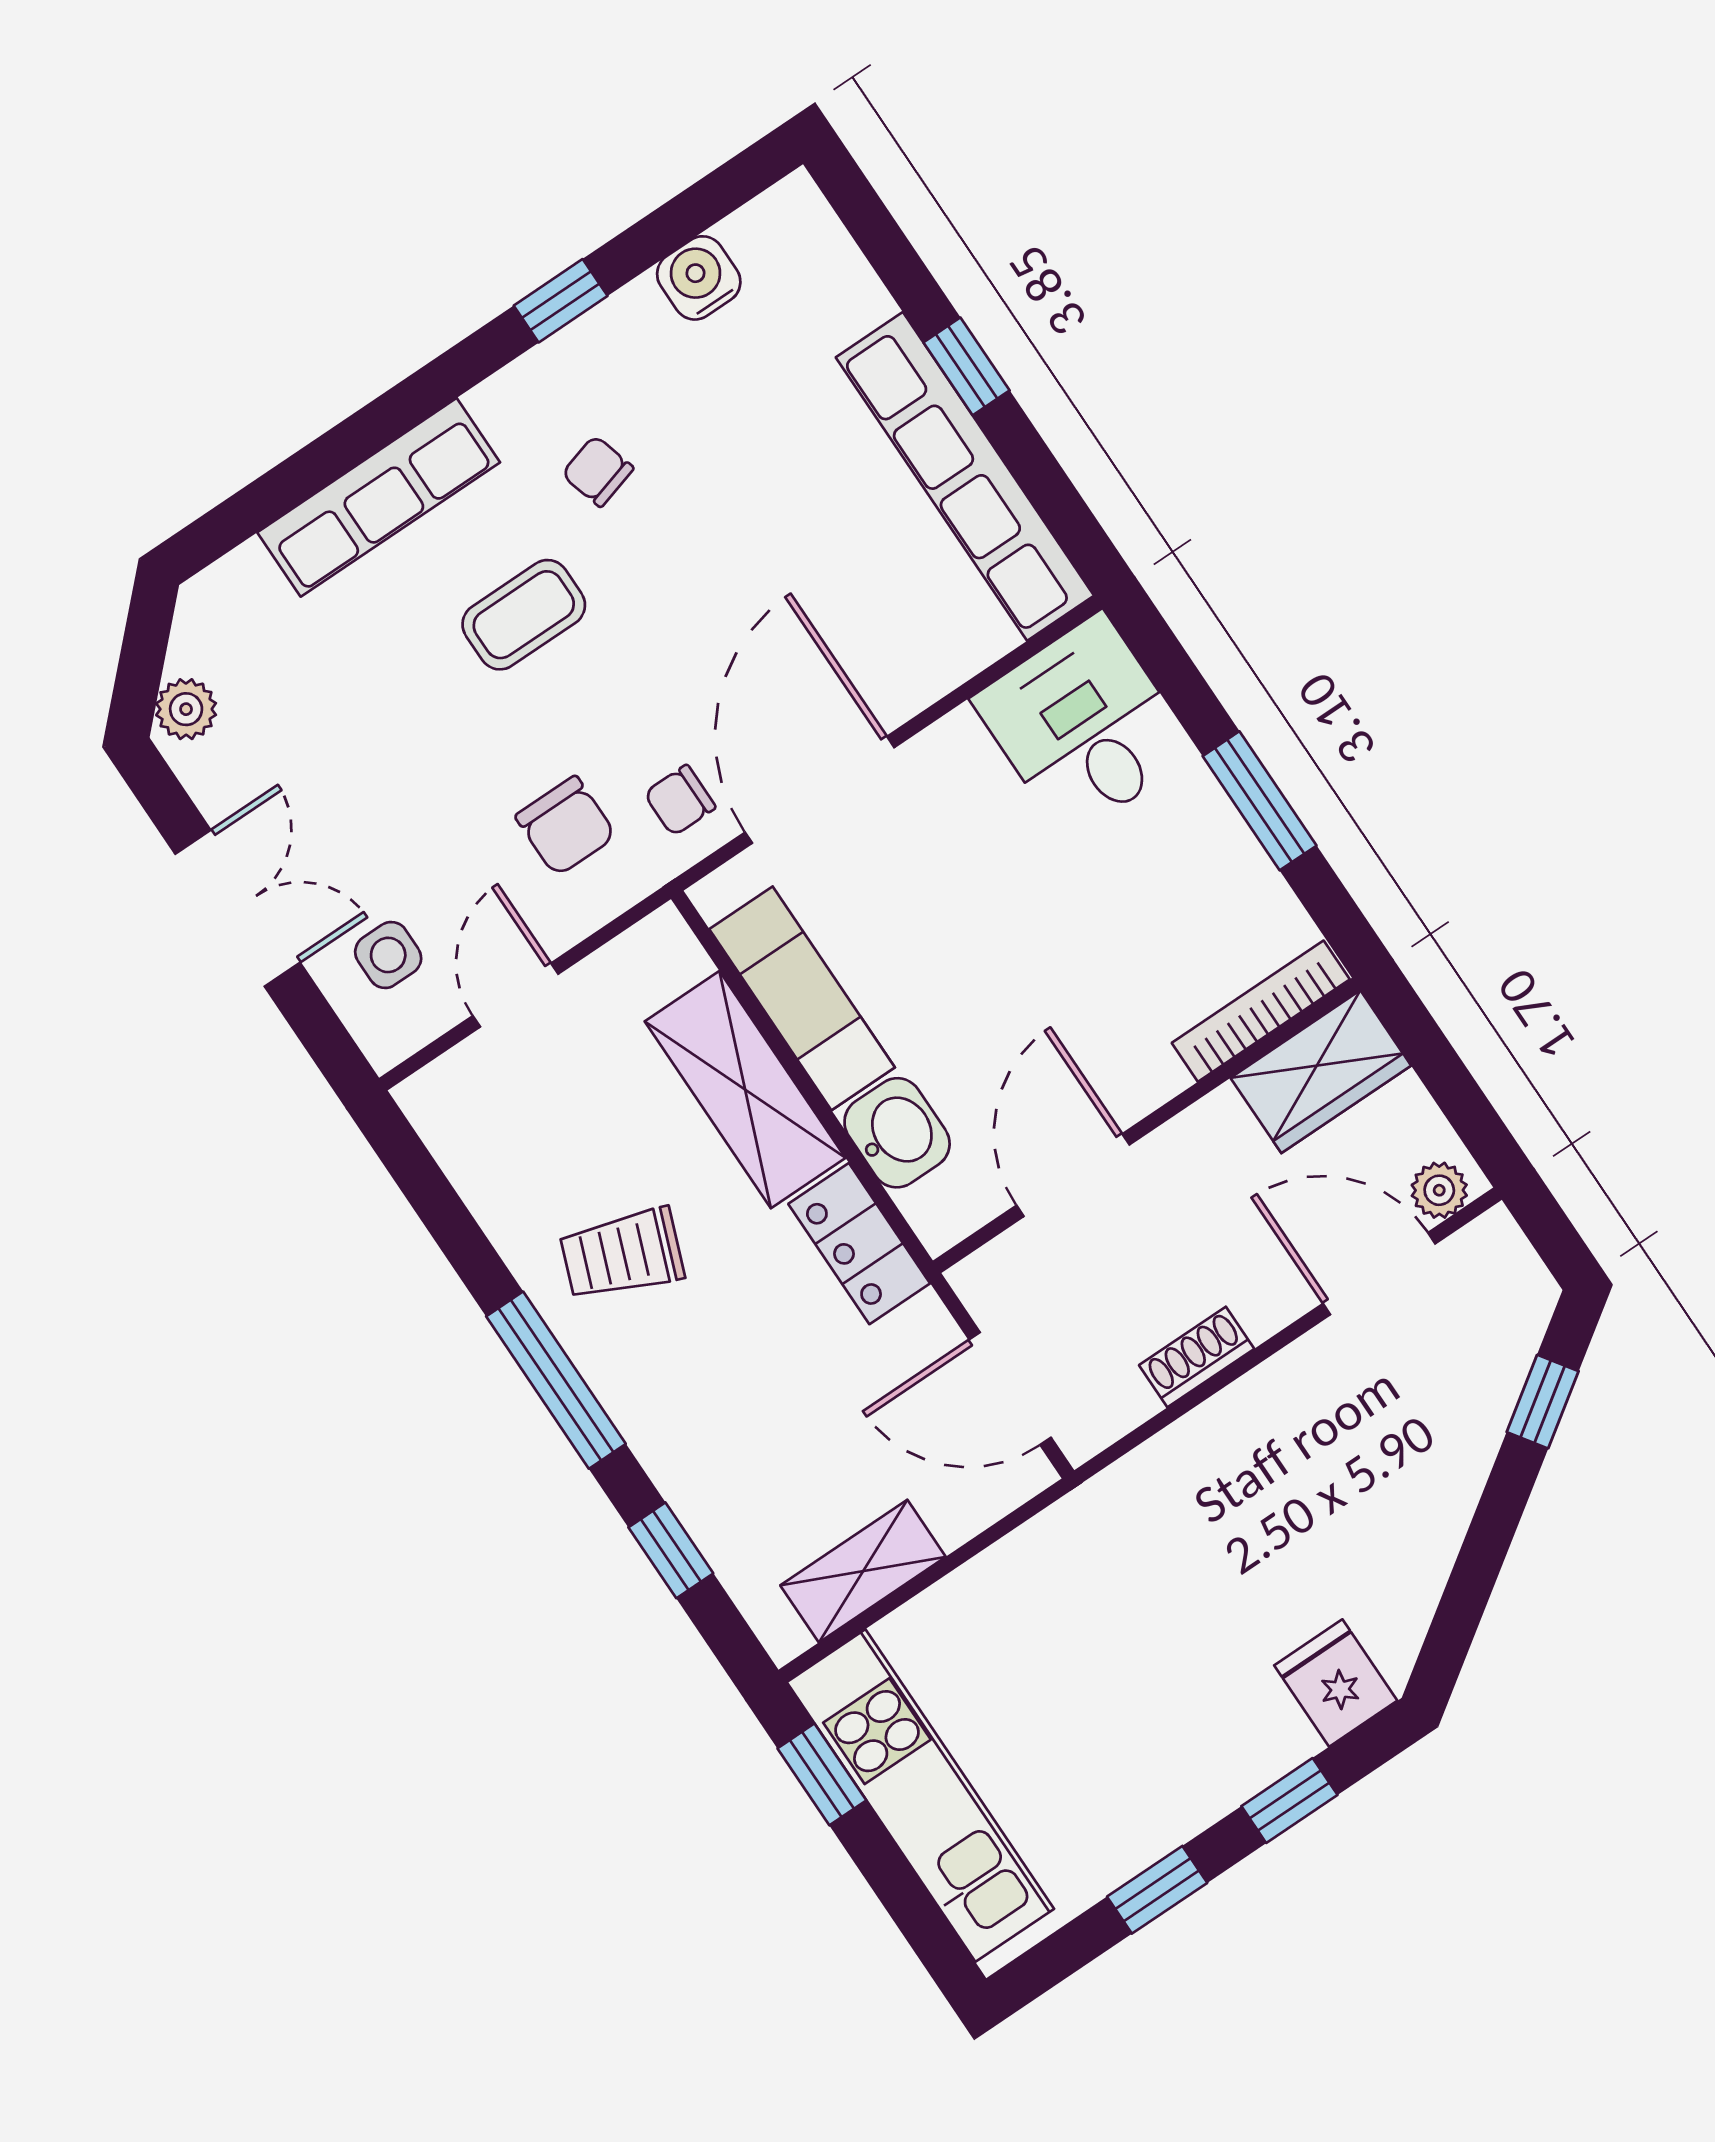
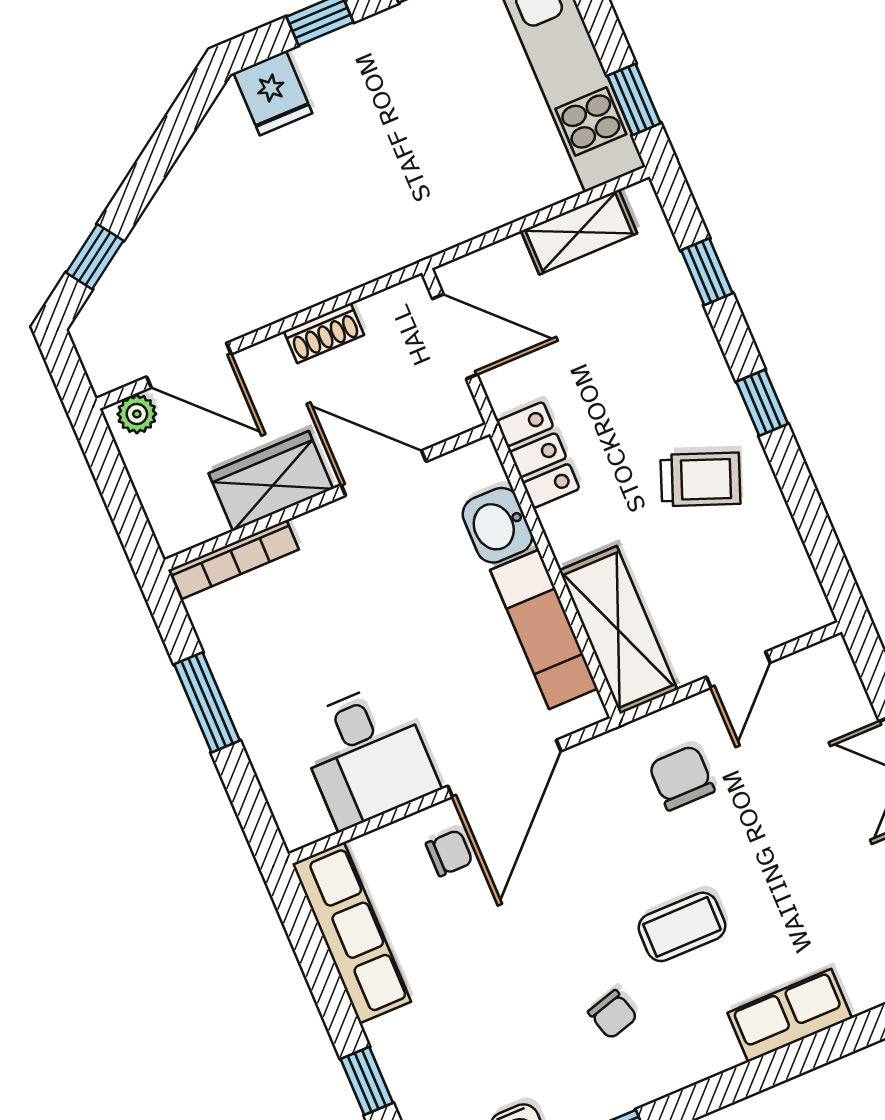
window: (967, 366) -> (367, 1081), moved
row of seats: (965, 476) -> (352, 933), width x0.73
row of seats: (379, 497) -> (790, 1015), width x0.68
desk: (1084, 726) -> (367, 755), moved
chair: (680, 800) -> (449, 853), moved
side table: (388, 955) -> (819, 714), removed
wardrobe: (1321, 1072) -> (271, 481), moved
shelving: (745, 1090) -> (618, 630), moved
door: (1073, 1175) -> (384, 473), swing flipped
window: (556, 1380) -> (762, 403), width x0.46

